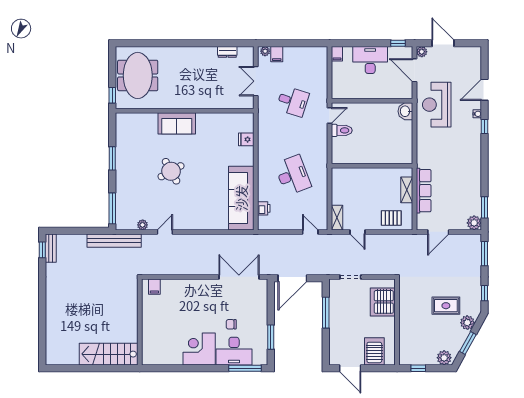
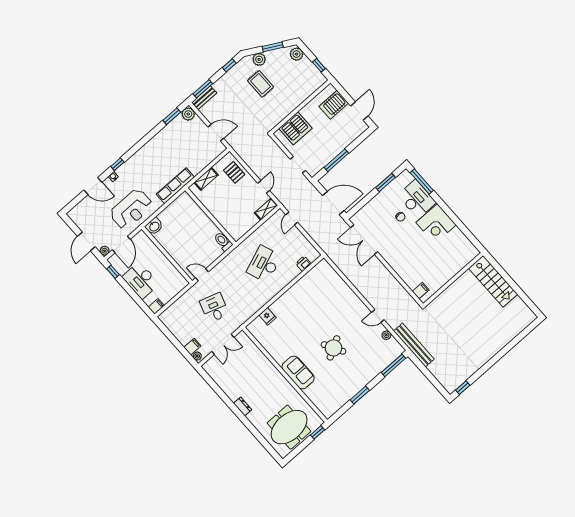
dresser: (227, 52) -> (243, 407), moved
toilet: (342, 130) -> (223, 242), moved
row of seats: (424, 191) -> (175, 186), moved
sofa: (241, 198) -> (310, 285), removed
bench: (51, 248) -> (204, 98), moved

